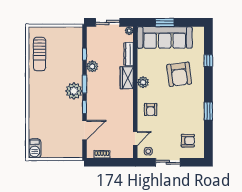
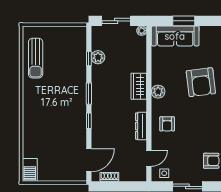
sofa: (165, 38) -> (175, 36), width x0.74, depth x0.79
dresser: (129, 54) -> (141, 126), moved
plant: (92, 66) -> (98, 57), moved
plant: (74, 91) -> (76, 102), removed
door: (84, 130) -> (89, 160), moved

